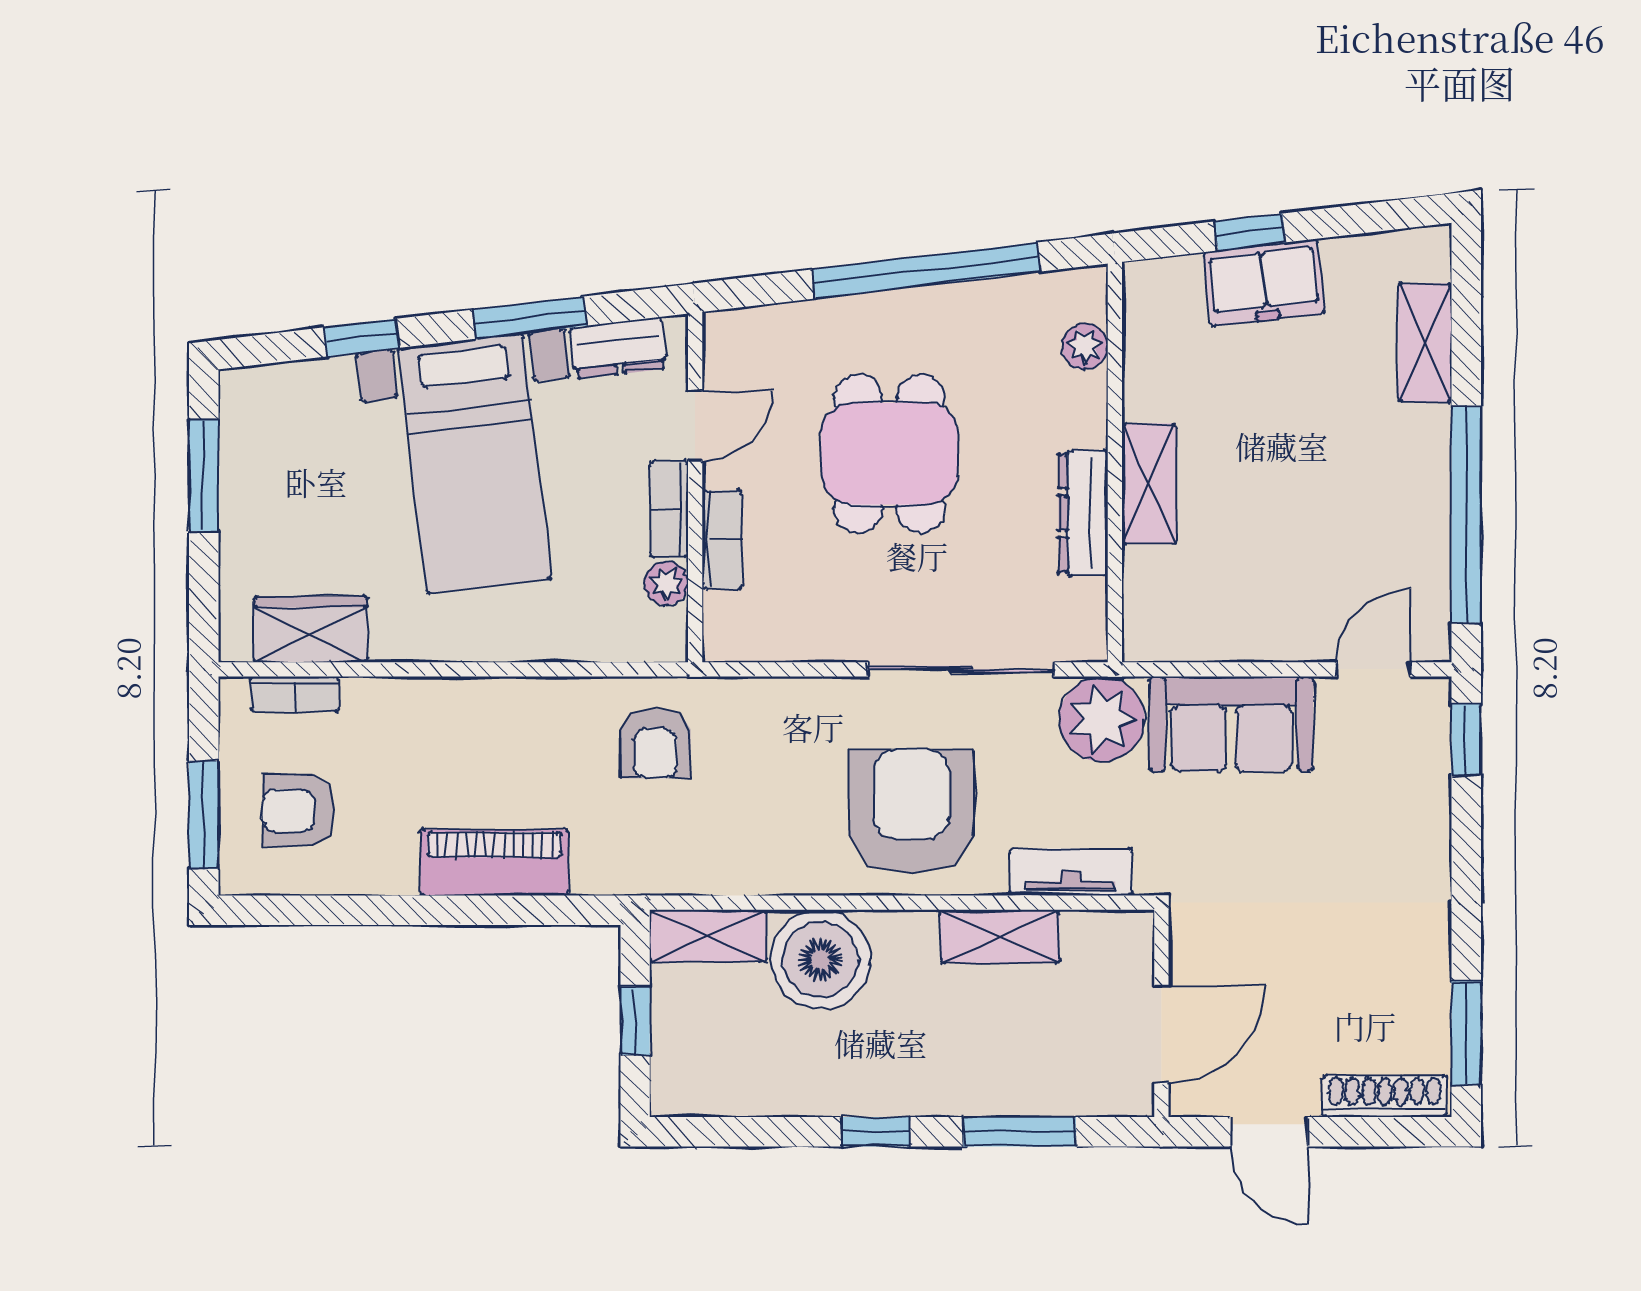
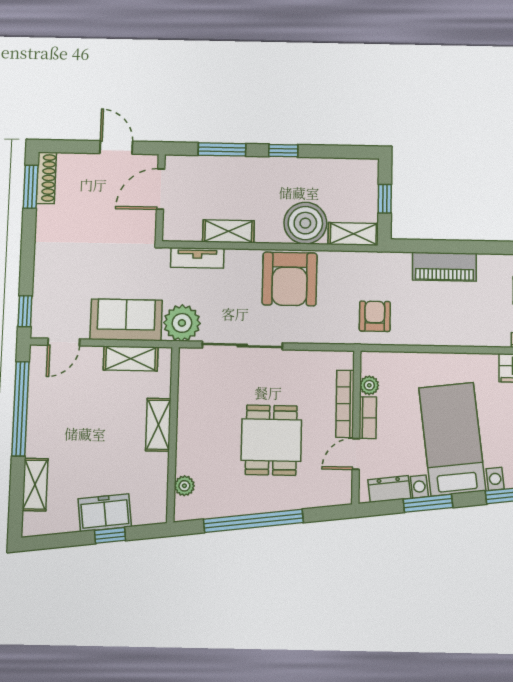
dresser: (1083, 513) -> (187, 412), removed
bookcase: (722, 540) -> (345, 404), width x1.56
shelving: (1218, 635) -> (131, 358), added
armchair: (911, 812) -> (290, 279), moved
shoe rack: (1385, 1096) -> (46, 178), moved, turned -90

